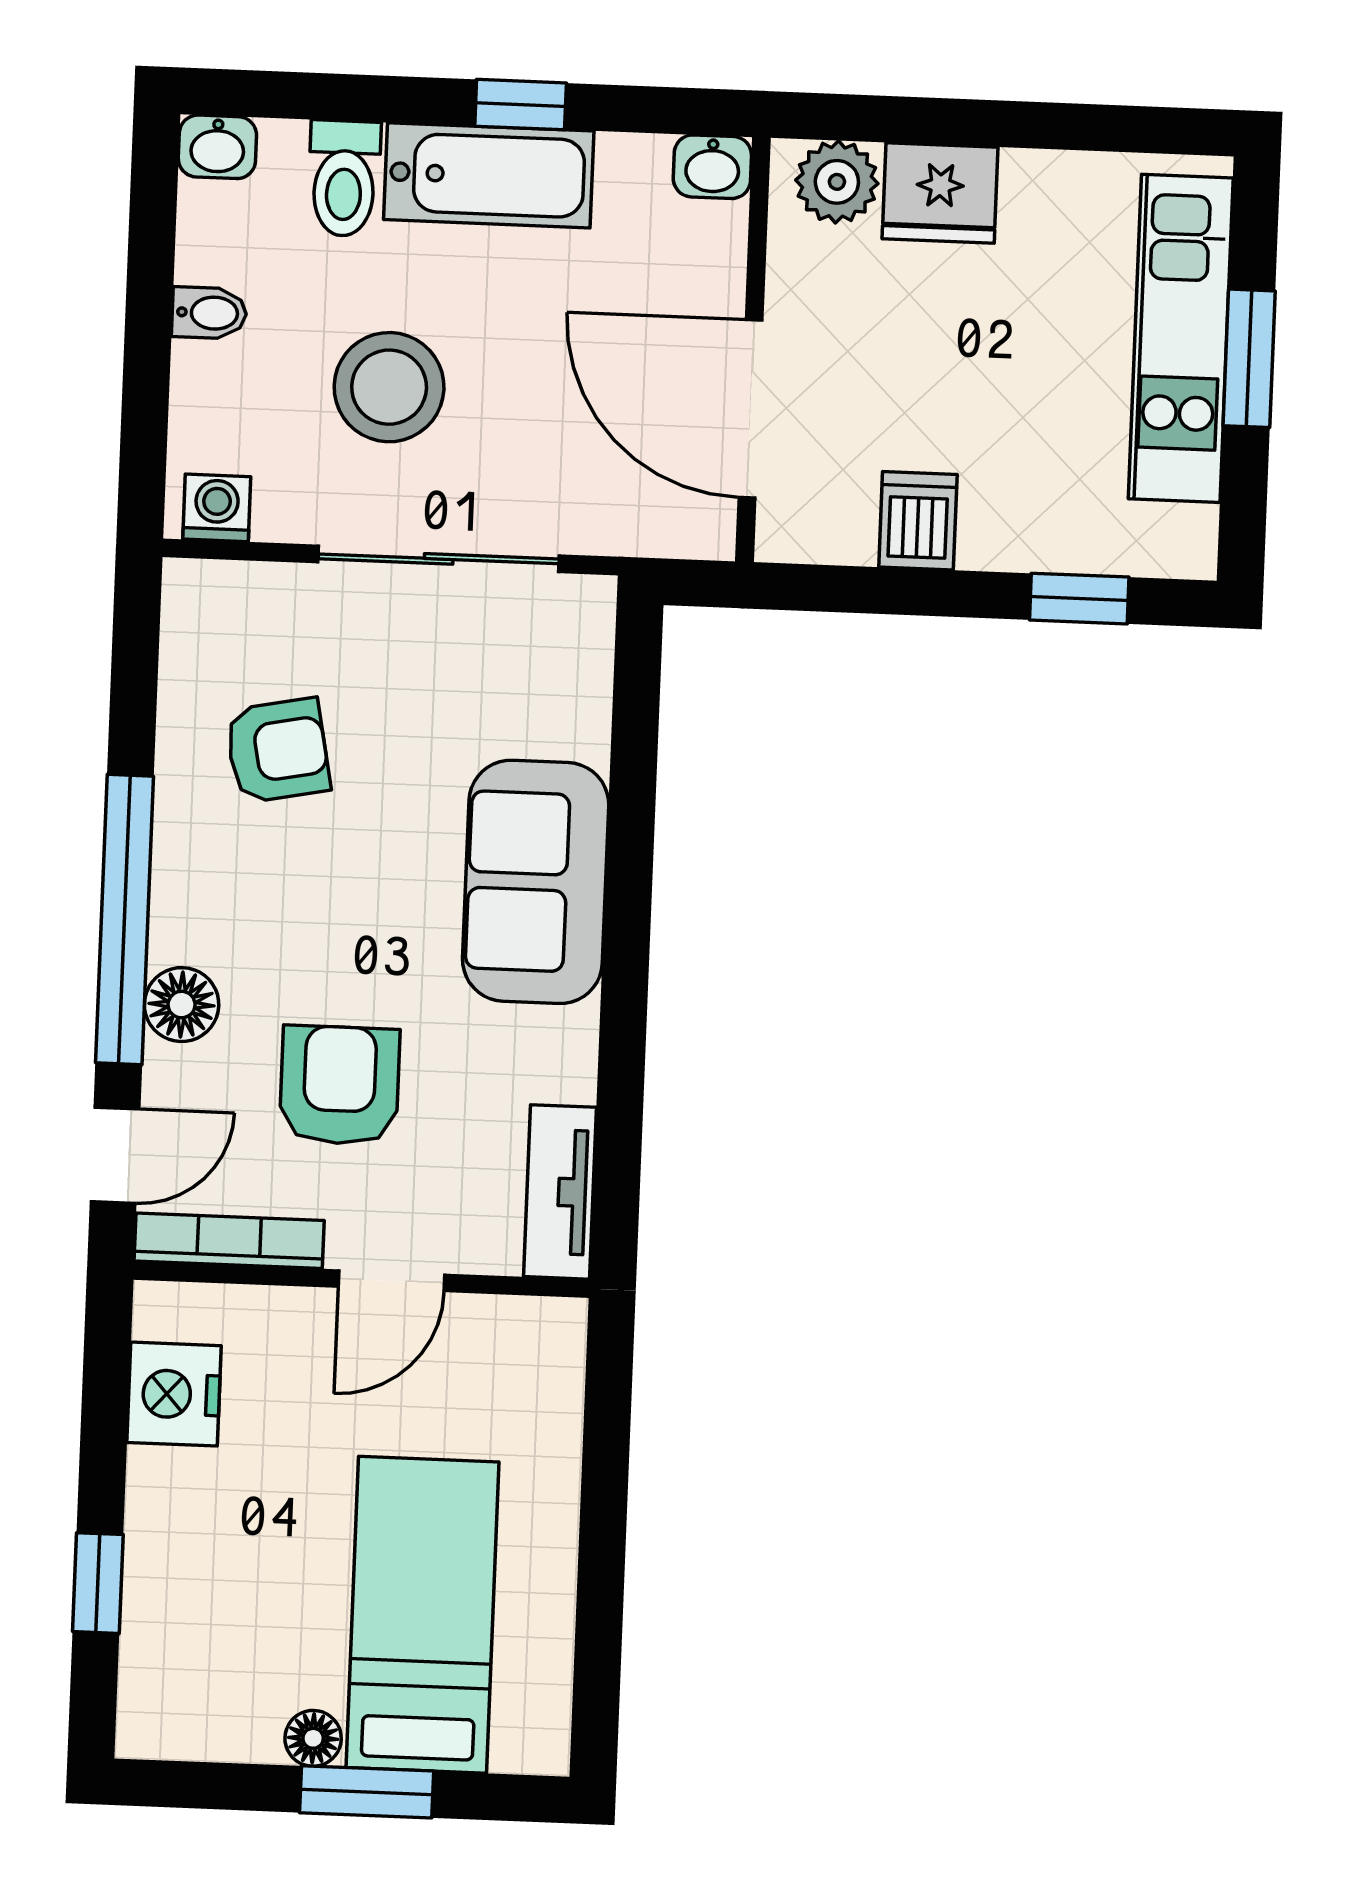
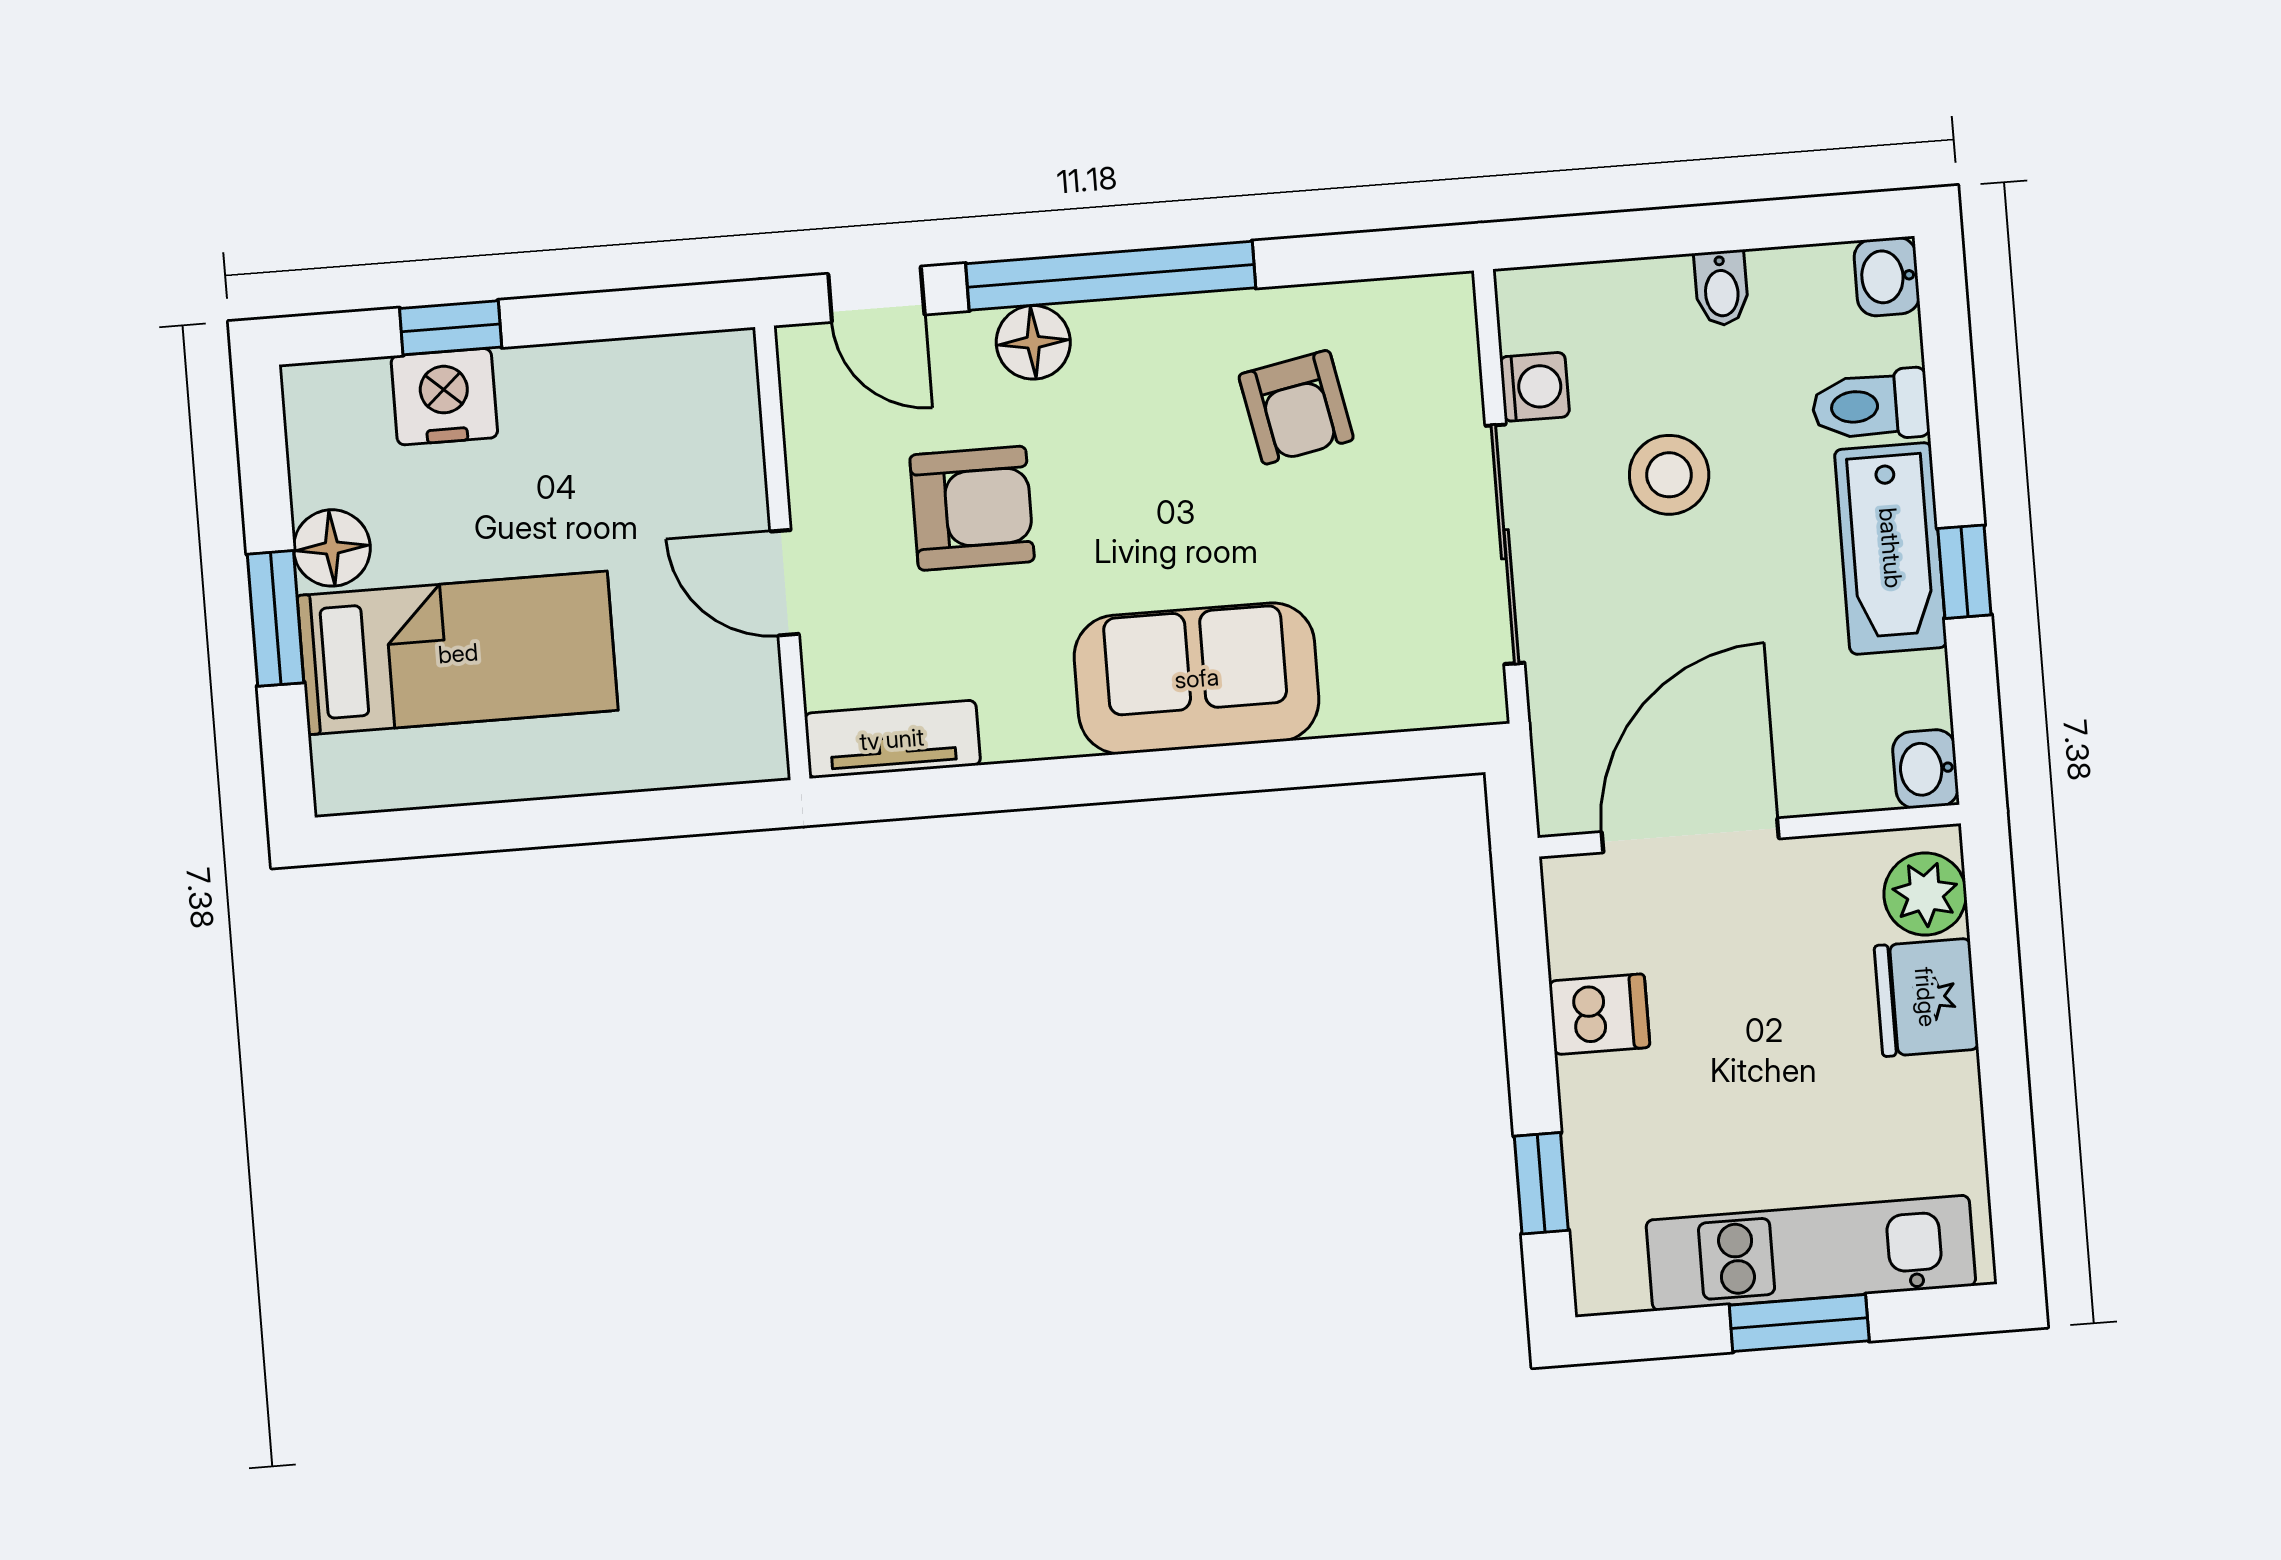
stool: (389, 387) -> (1669, 475), width x0.73, depth x0.73
washing machine: (217, 508) -> (1535, 387), moved
bookcase: (229, 1241) -> (805, 417), removed
nightstand: (174, 1394) -> (444, 397), moved
floor lamp: (313, 1738) -> (332, 548), width x1.37, depth x1.37

